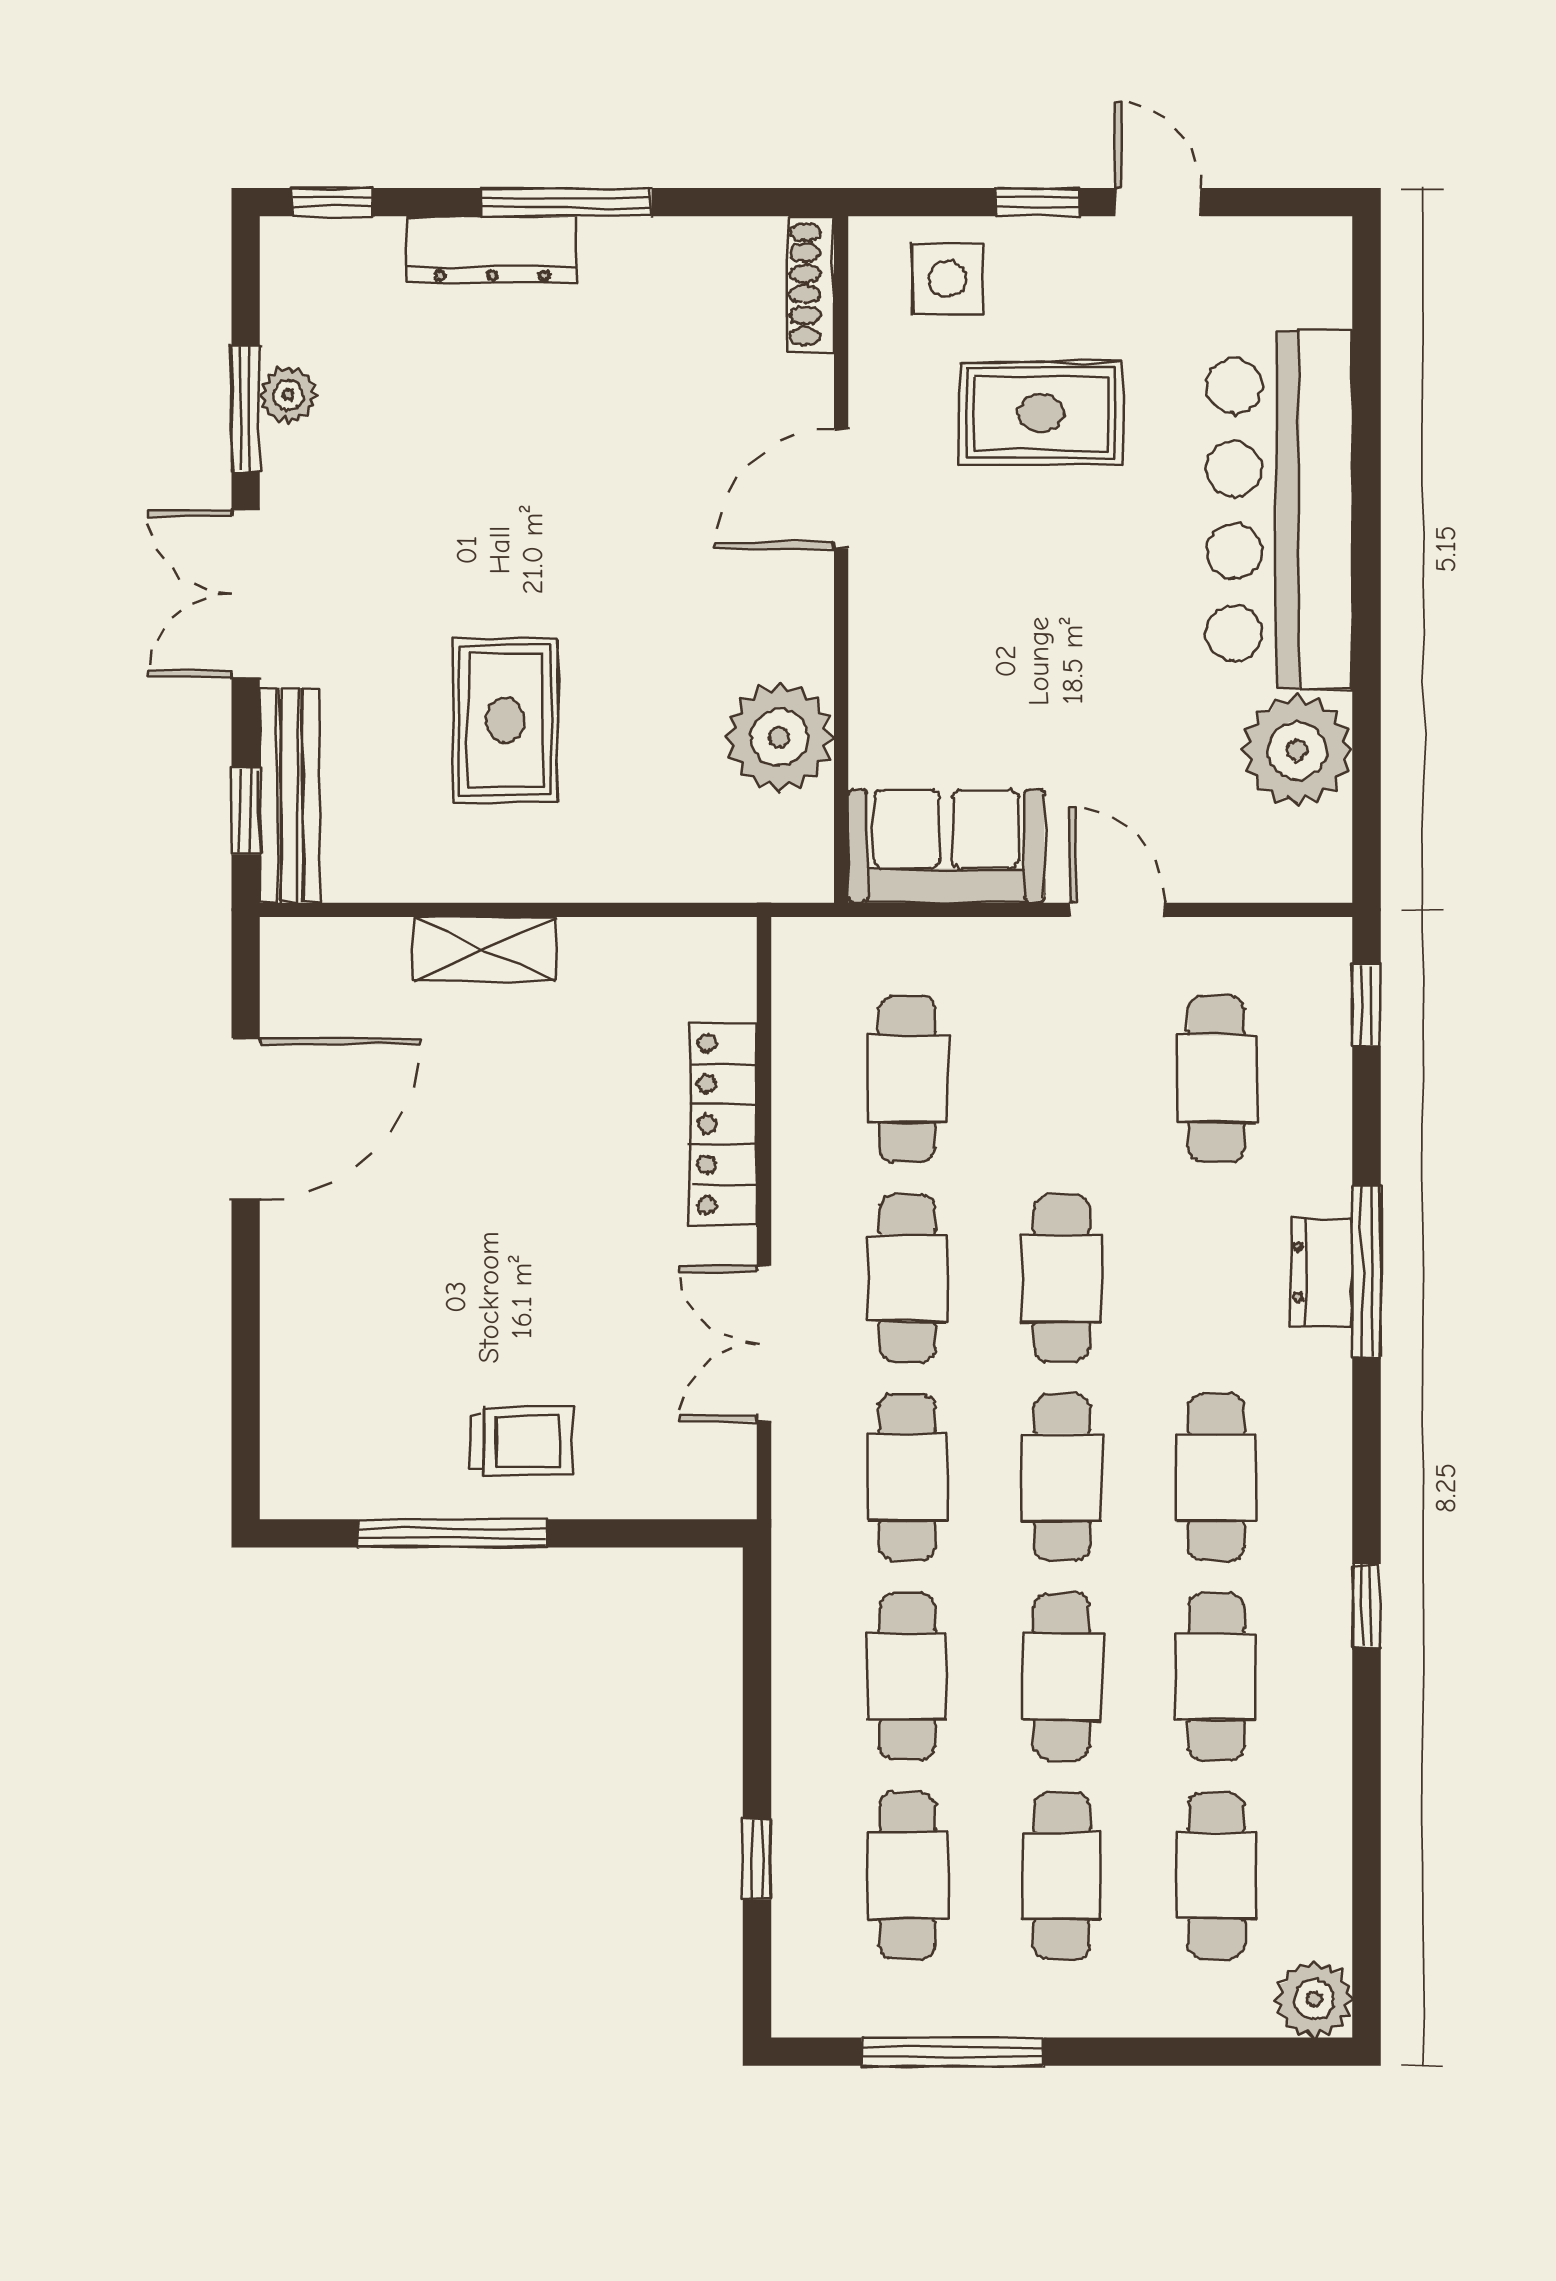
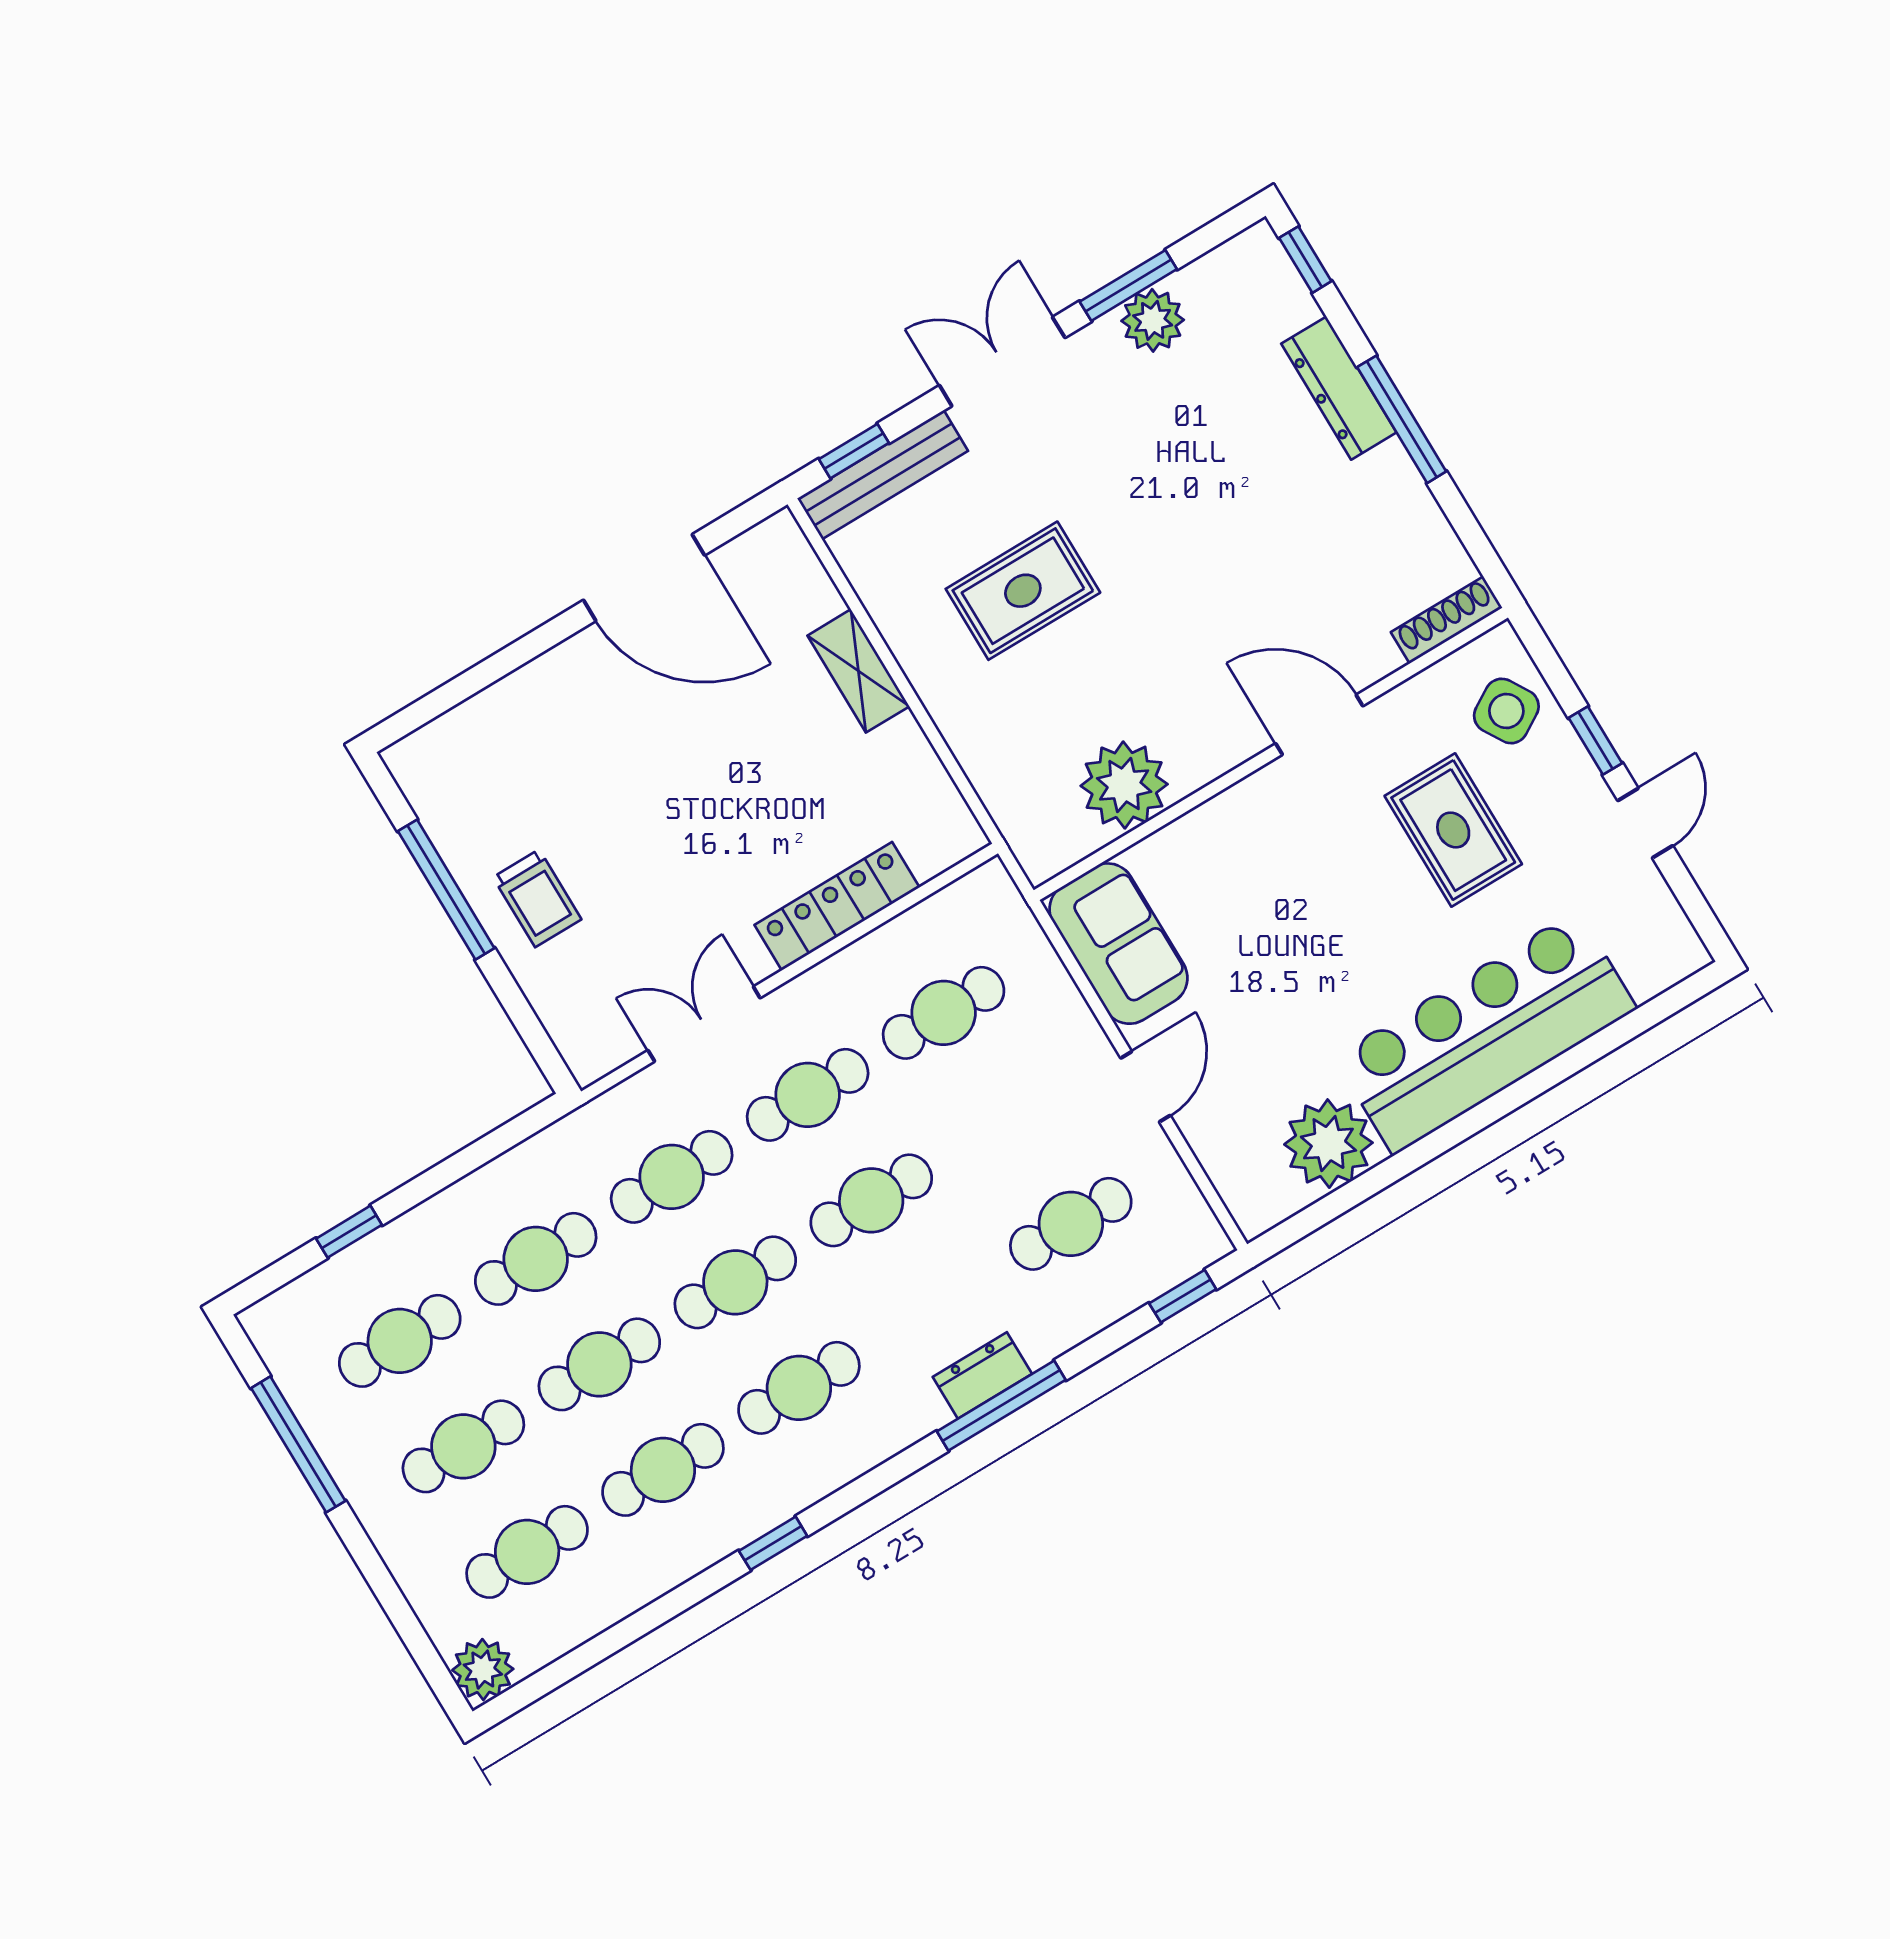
side table: (948, 279) -> (1506, 711), turned -31
plant: (288, 395) -> (1153, 320), width x1.38, depth x1.38

